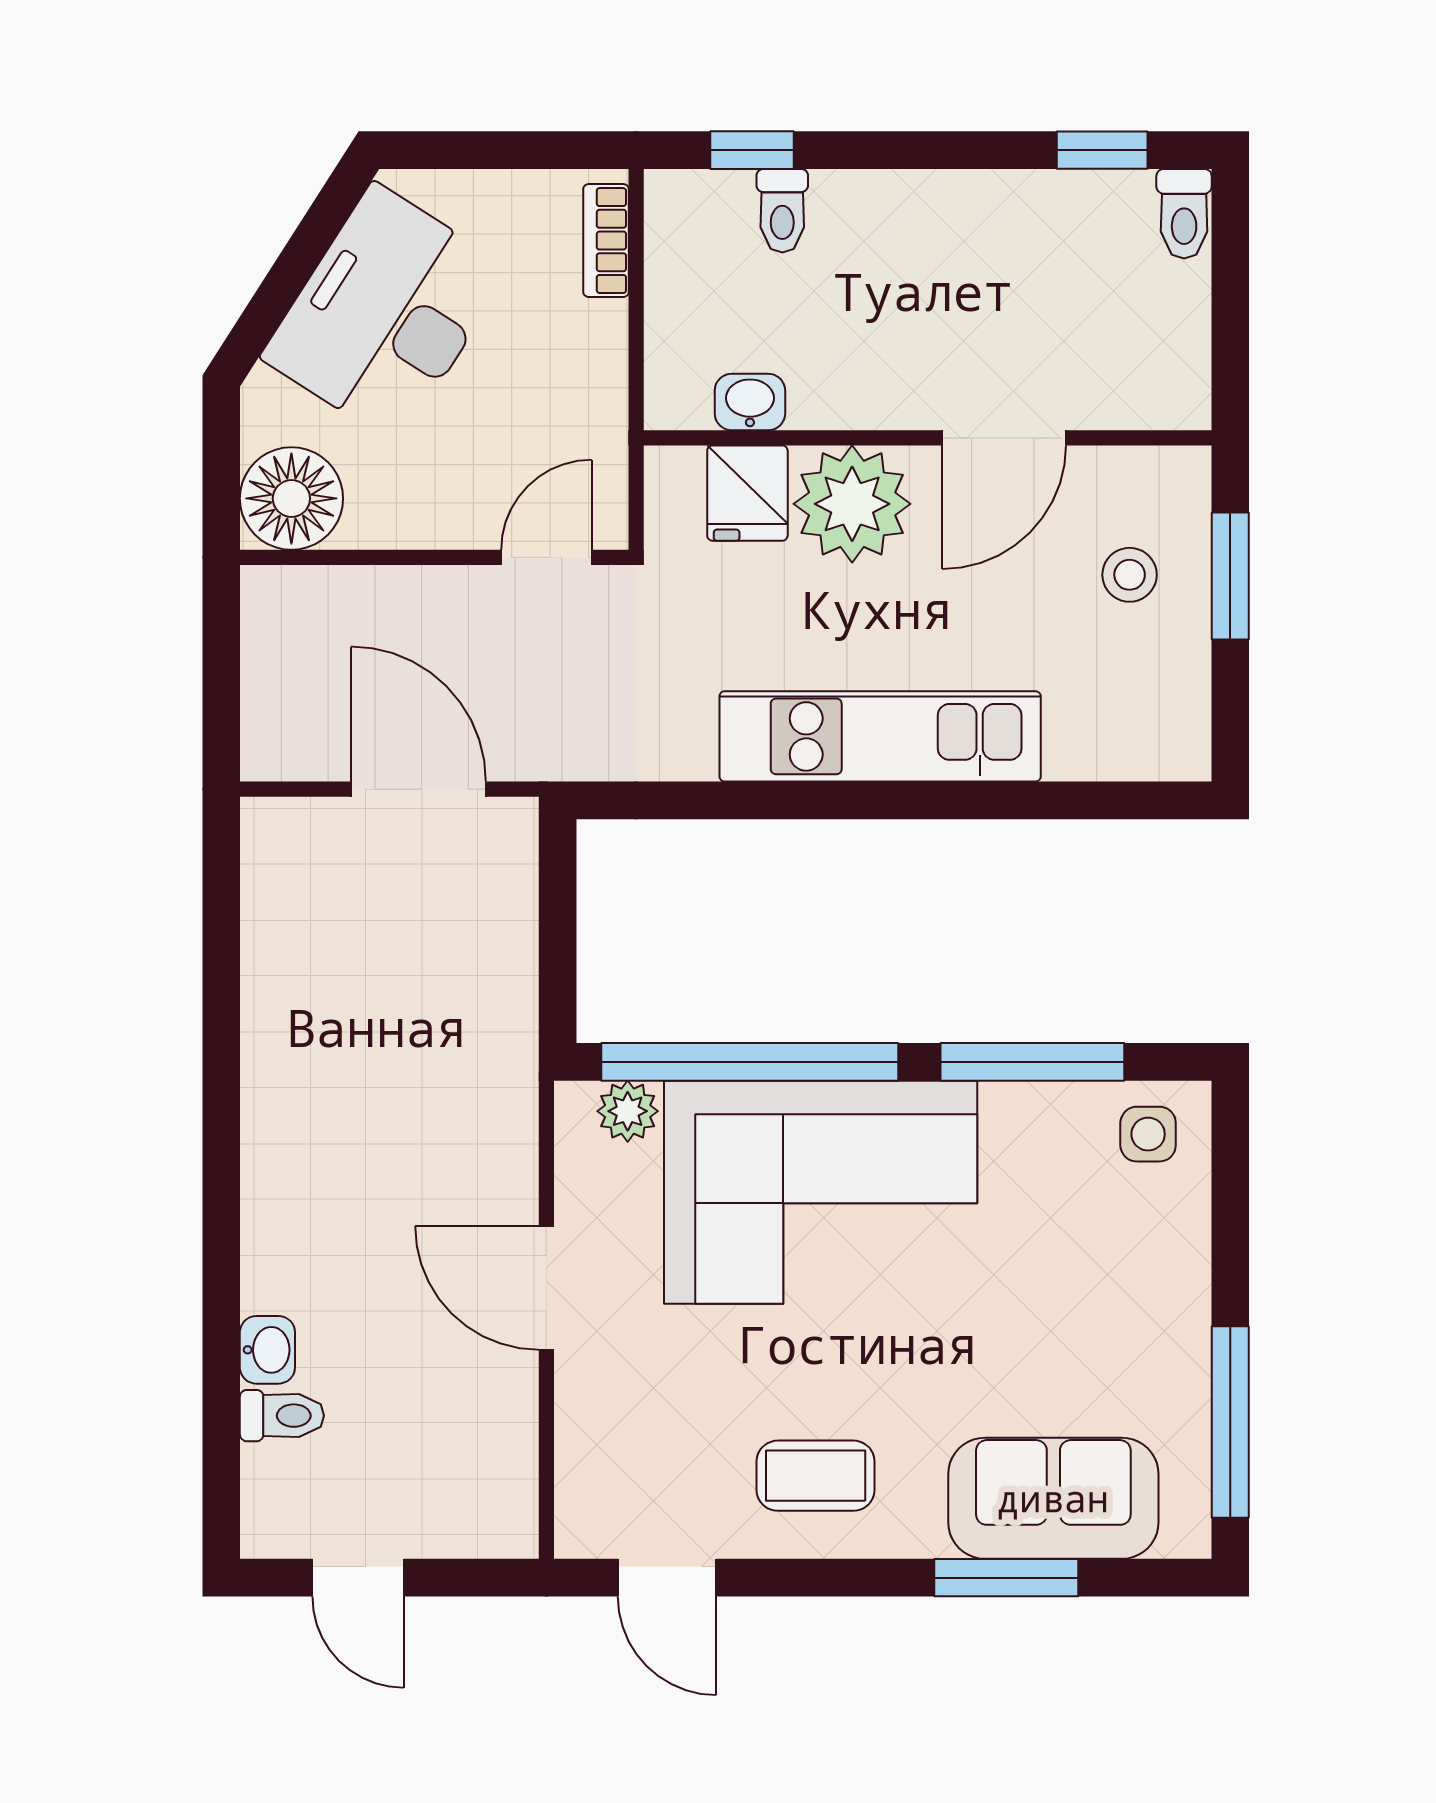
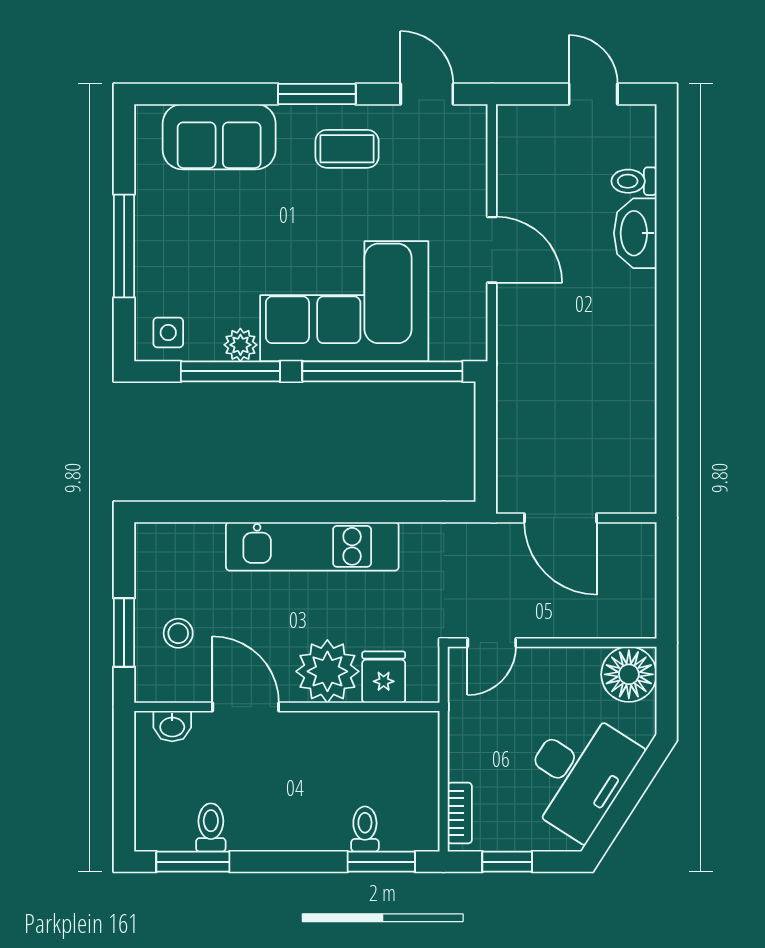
window: (518, 150) -> (507, 862), added
window: (752, 150) -> (381, 862), width x1.50
window: (1102, 150) -> (193, 862), width x1.50
toilet: (1184, 214) -> (211, 827), moved
washbasin: (750, 402) -> (172, 726), moved
door: (1004, 438) -> (246, 707), hinge flipped
plant: (628, 1111) -> (240, 345), moved
washbasin: (267, 1350) -> (635, 233), width x1.91, depth x1.45
window: (1230, 1422) -> (124, 246), moved
window: (1006, 1578) -> (317, 94), moved

